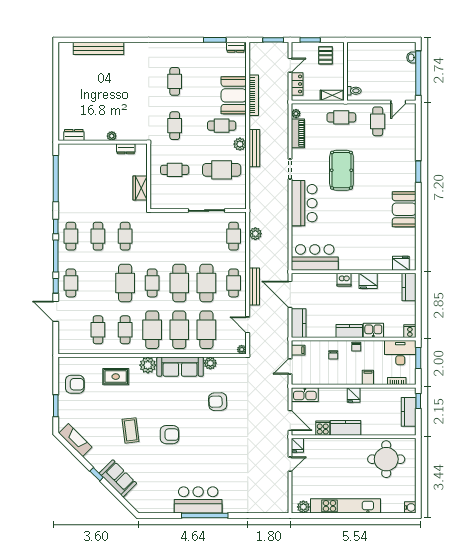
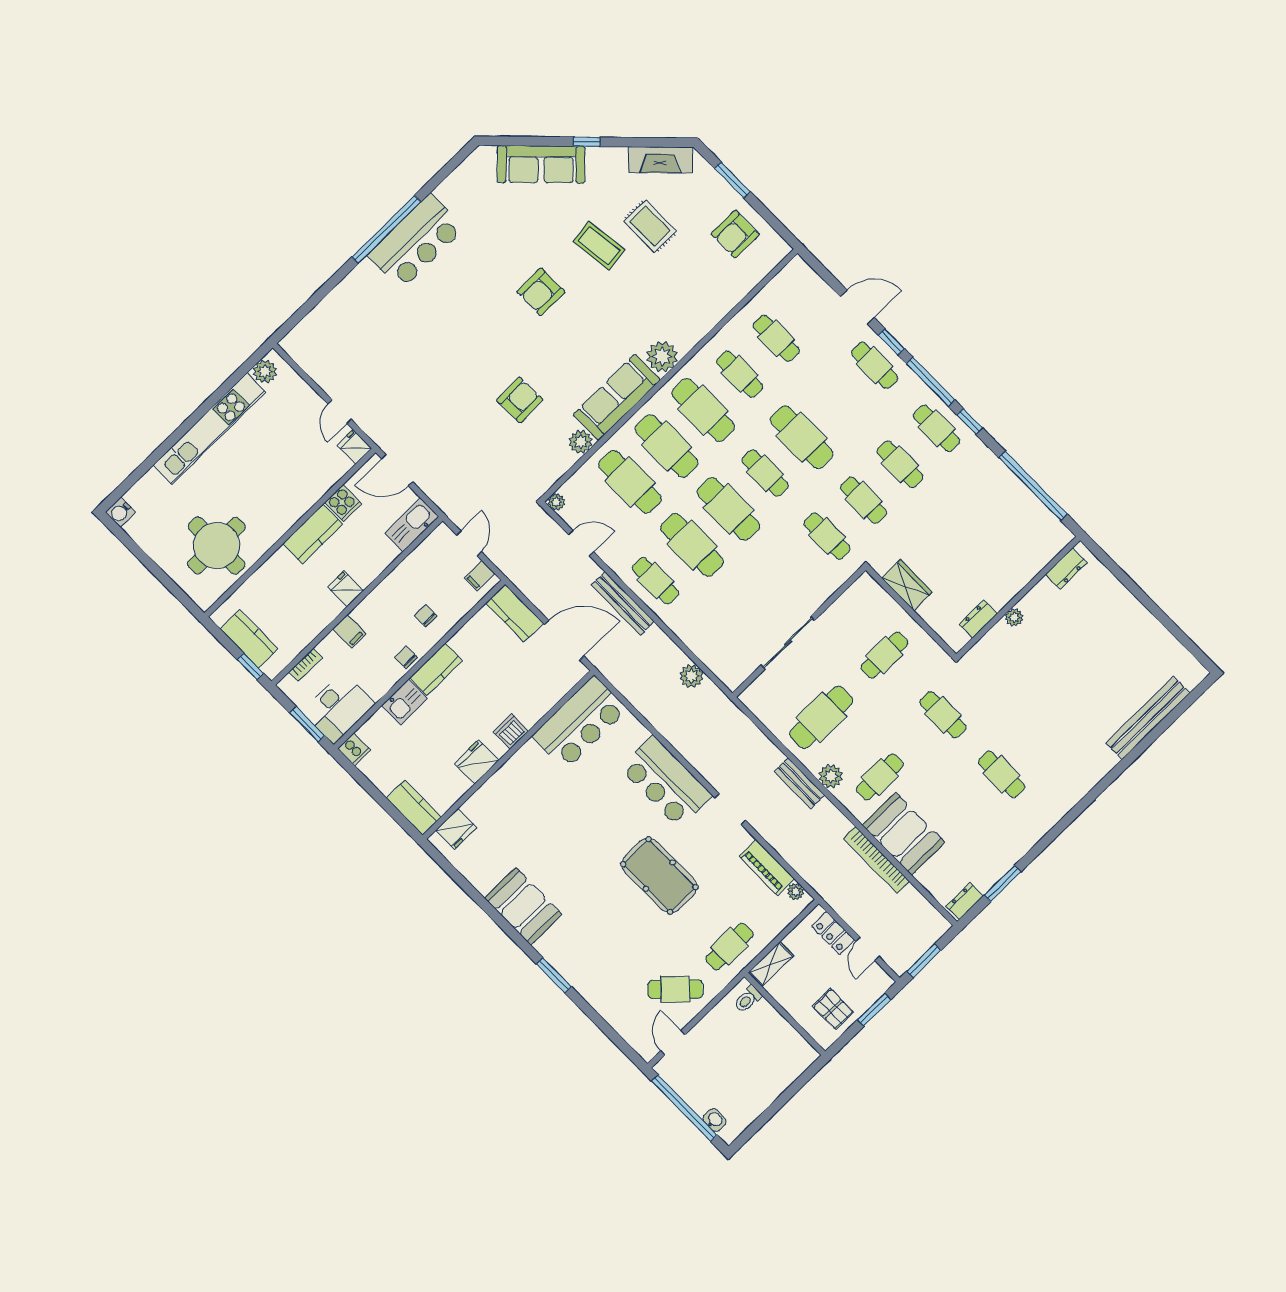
cafe table: (378, 121) -> (675, 989), turned -46
bench: (254, 148) -> (799, 783), width x0.73
cafe table: (234, 236) -> (827, 536), moved
rug: (116, 377) -> (650, 226), moved, turned 90
sofa: (118, 478) -> (541, 164), width x1.36

